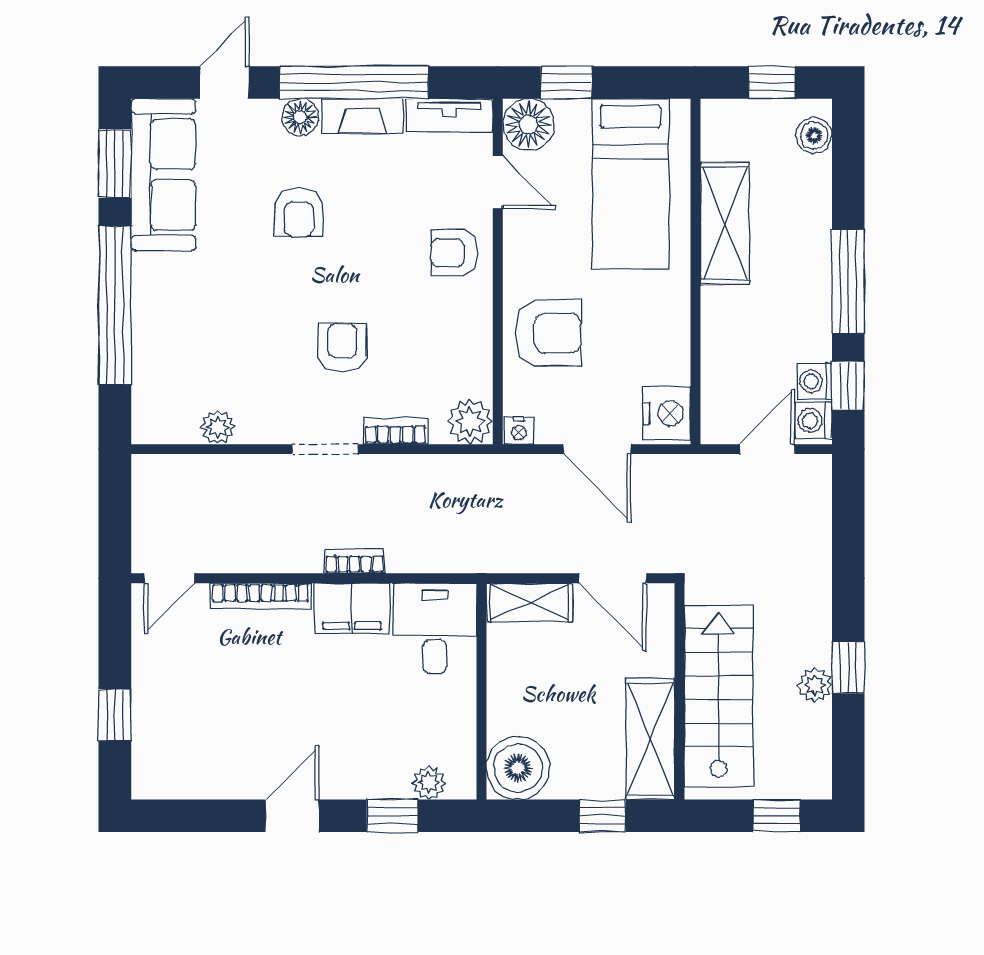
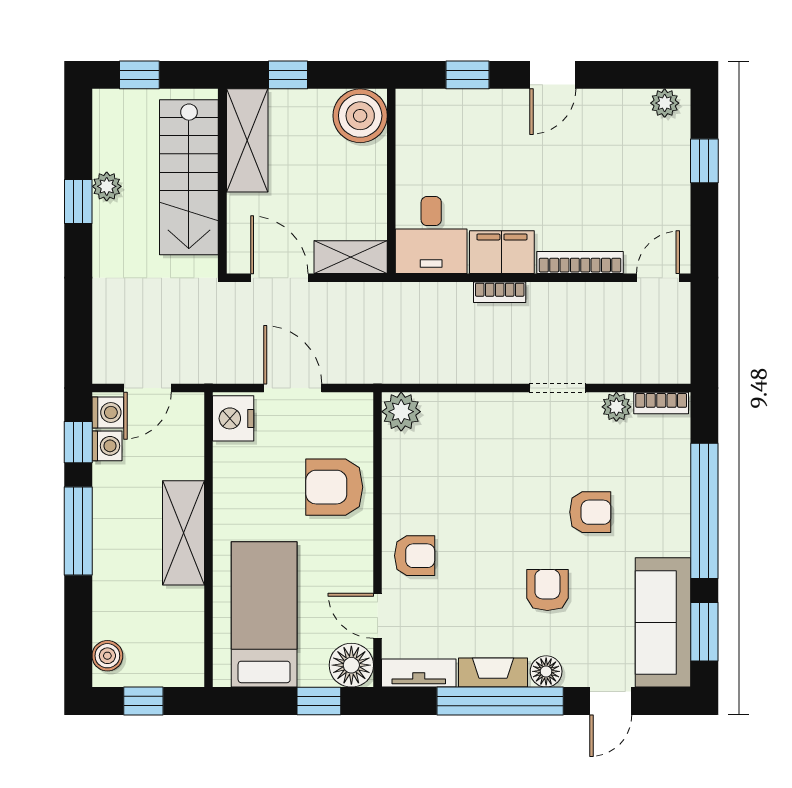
shelving: (725, 223) -> (184, 533), moved
armchair: (342, 347) -> (590, 512), moved, turned -90
bookcase: (395, 431) -> (661, 403), moved
nightstand: (519, 431) -> (360, 404), removed
doorway: (325, 449) -> (557, 388), moved
plant: (429, 783) -> (665, 103), moved

